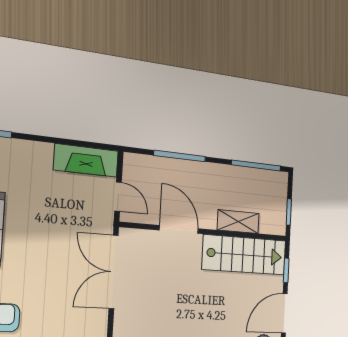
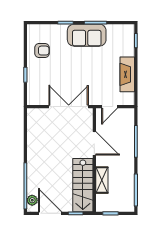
fireplace: (86, 160) -> (127, 74), moved
door: (179, 229) -> (94, 143), hinge flipped

